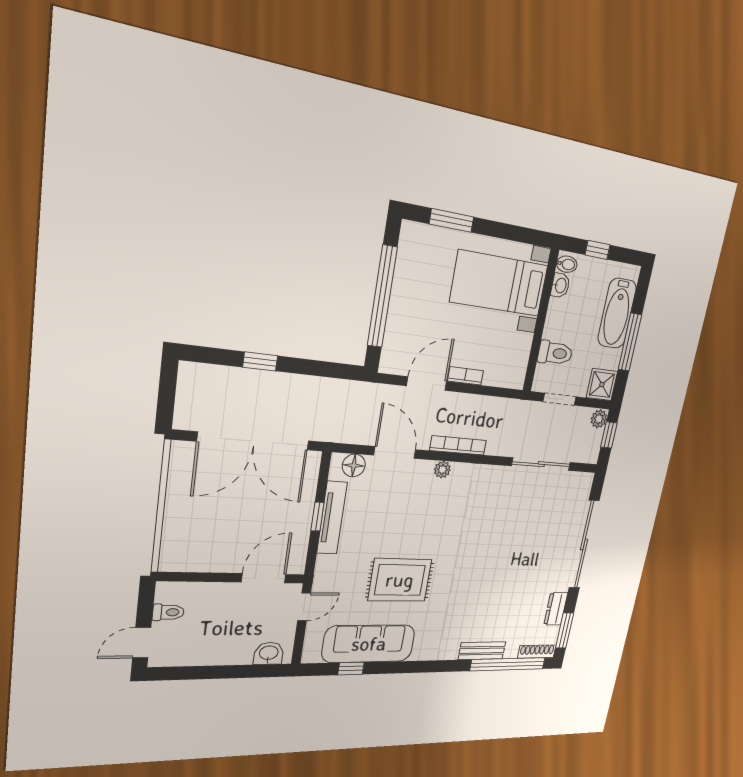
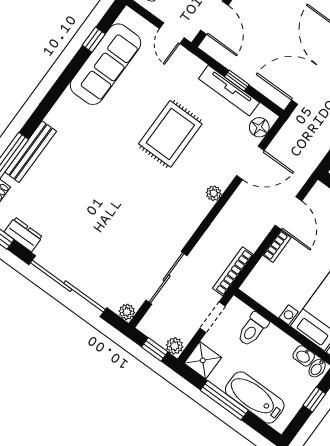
bookcase: (458, 445) -> (233, 271), moved, turned 180
plant: (586, 480) -> (127, 312), added
rug: (400, 580) -> (170, 134), moved
bench: (482, 651) -> (31, 152), width x1.36

